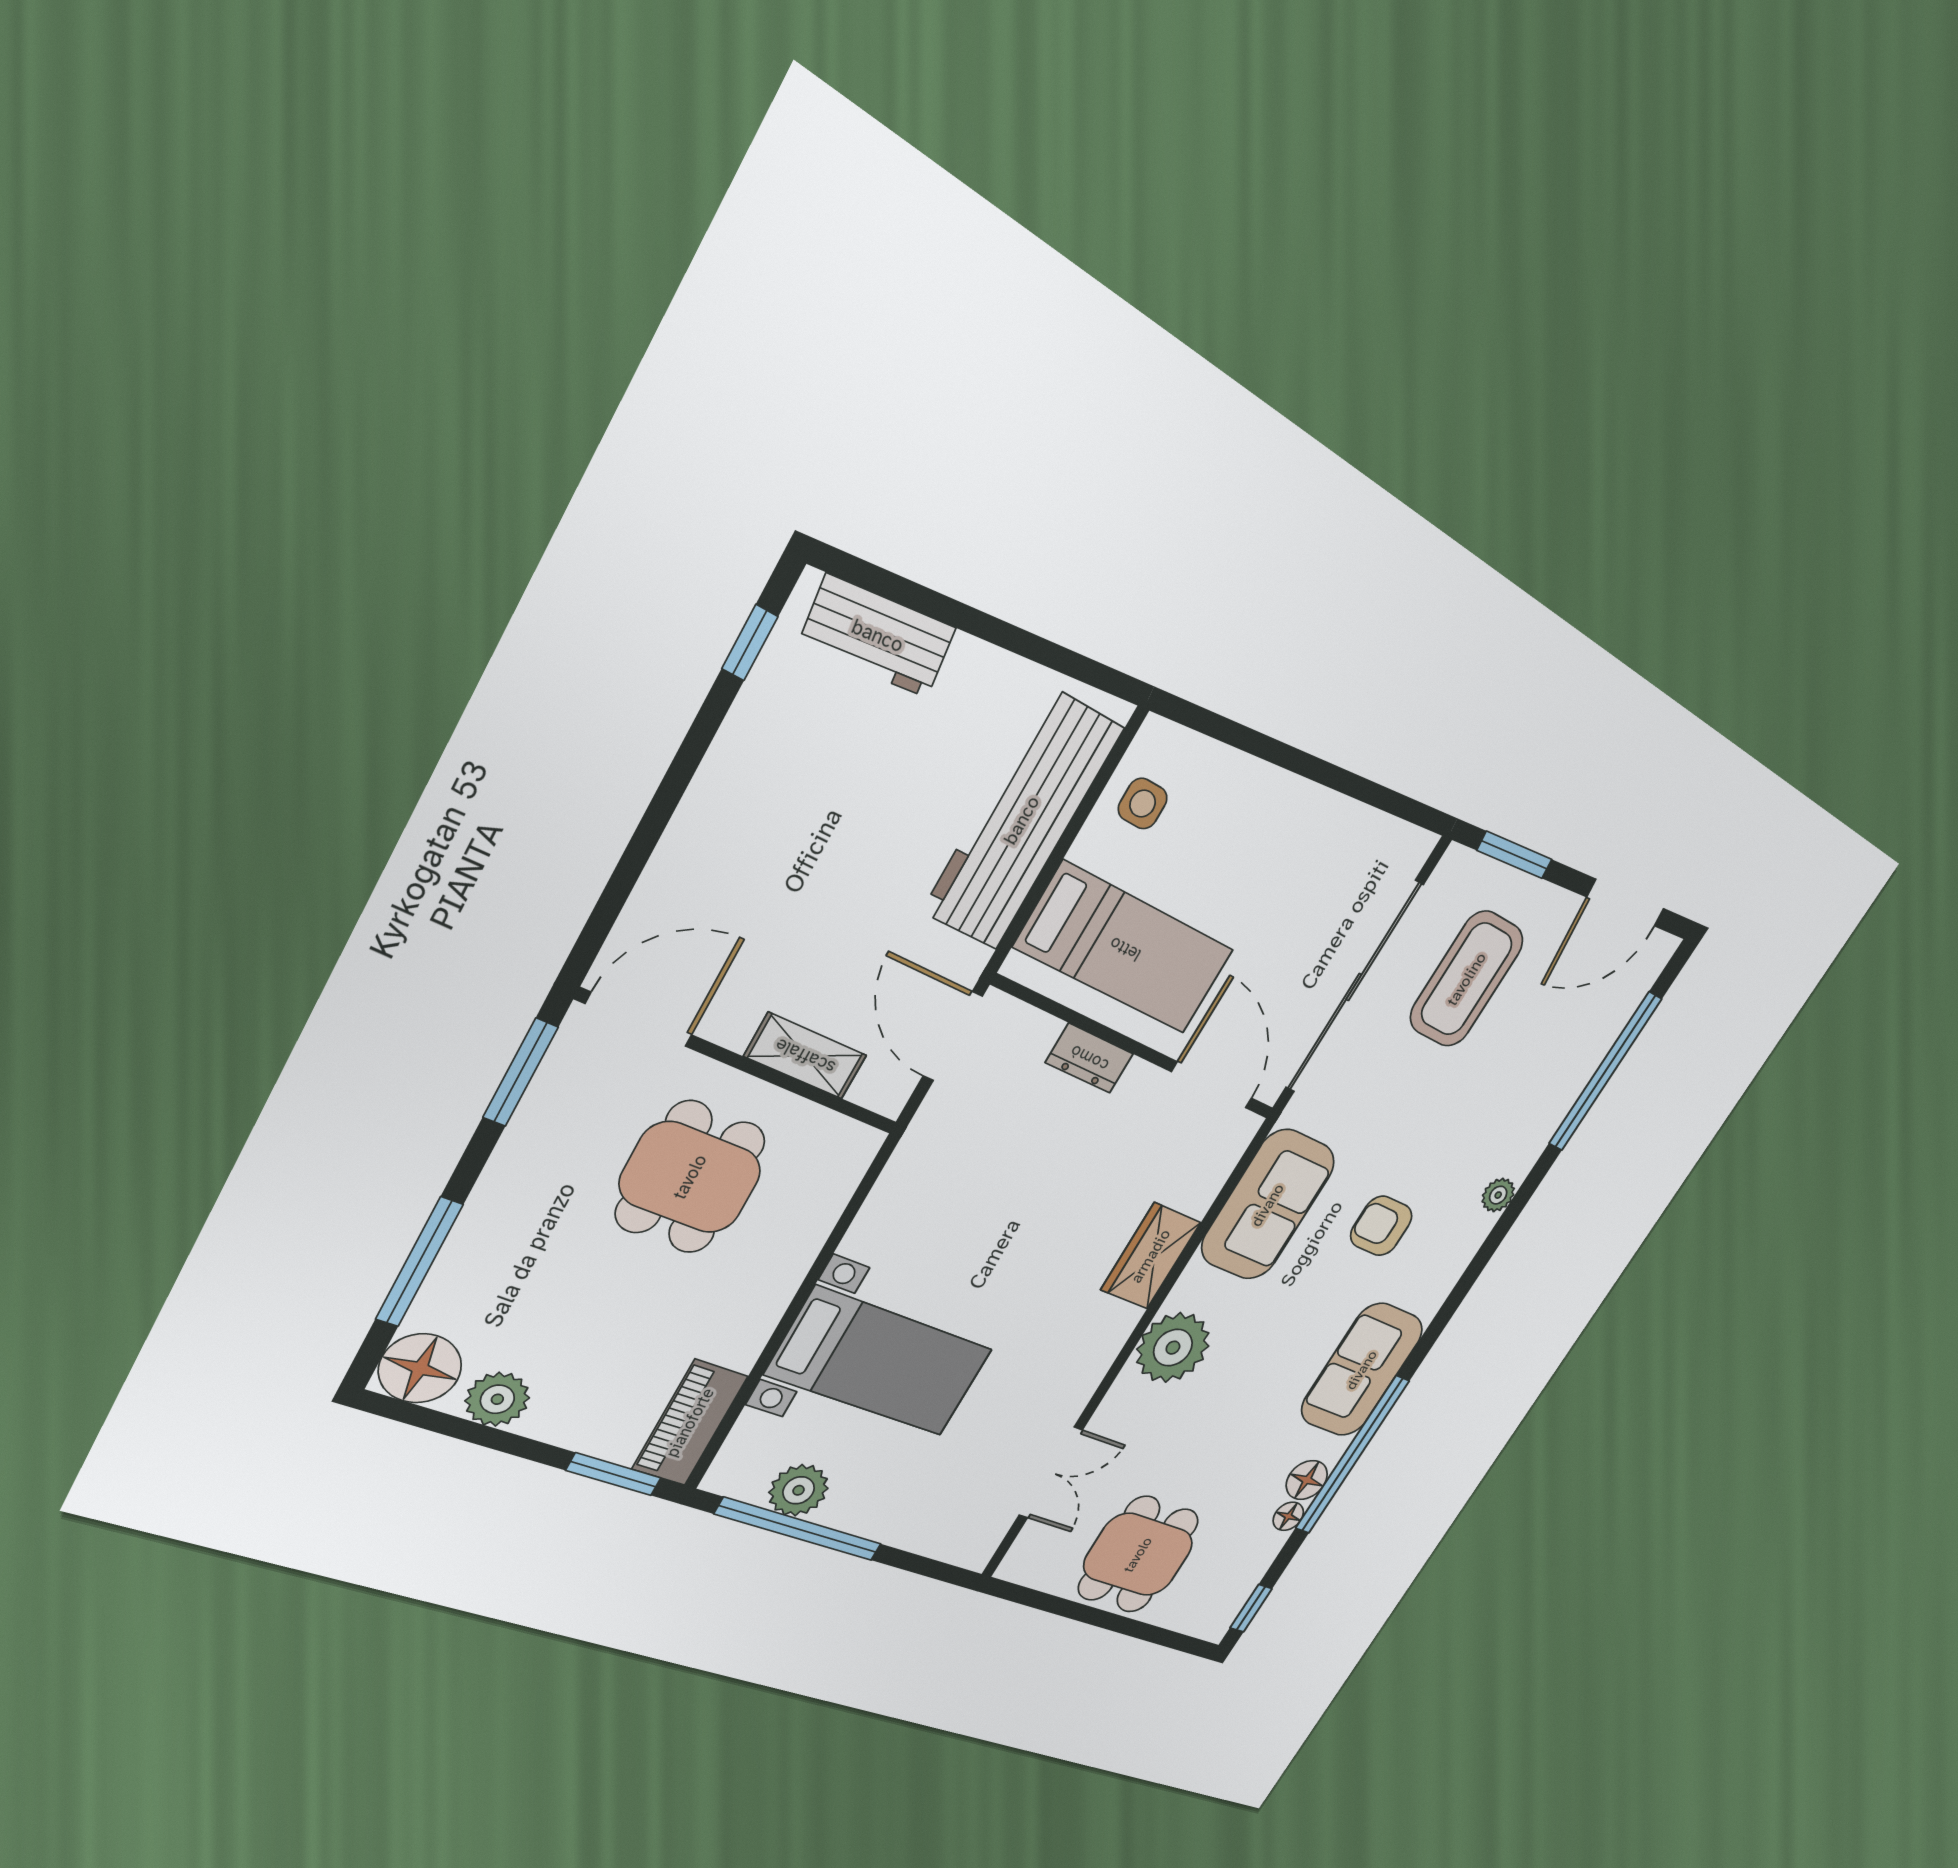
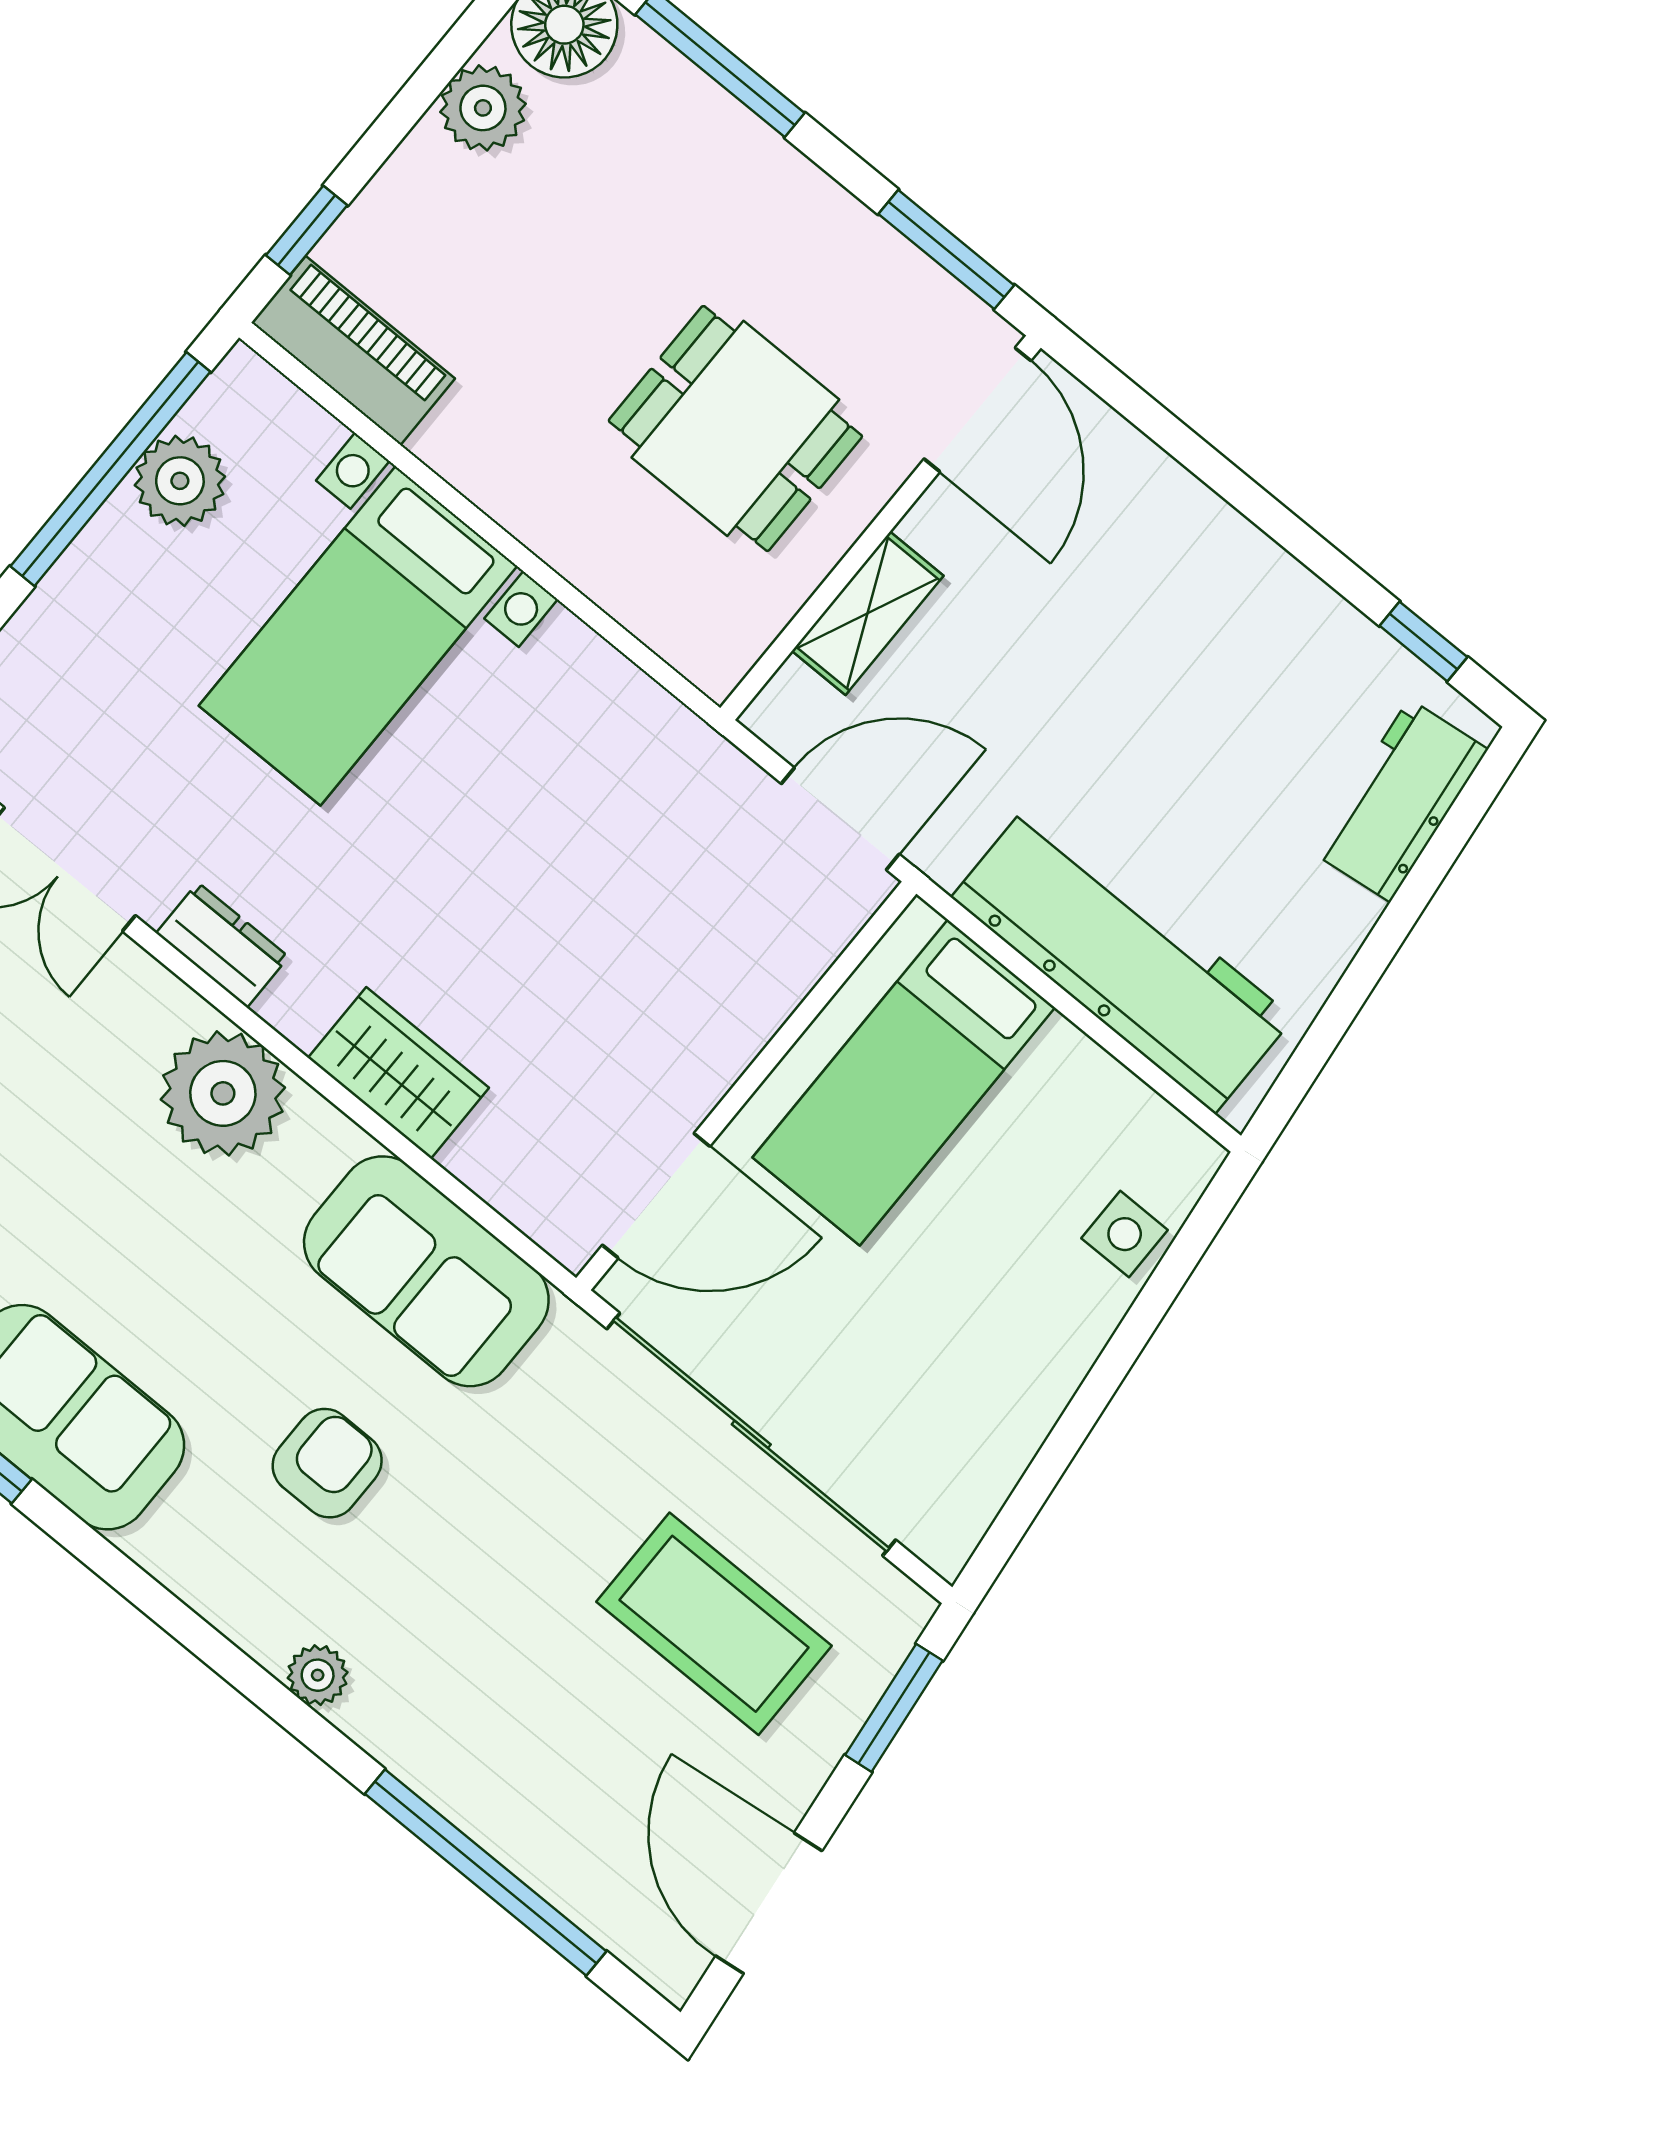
side table: (1143, 804) -> (1125, 1234), moved
dresser: (1089, 1058) -> (222, 945), moved, turned 90
window: (614, 1474) -> (307, 230), width x0.67

